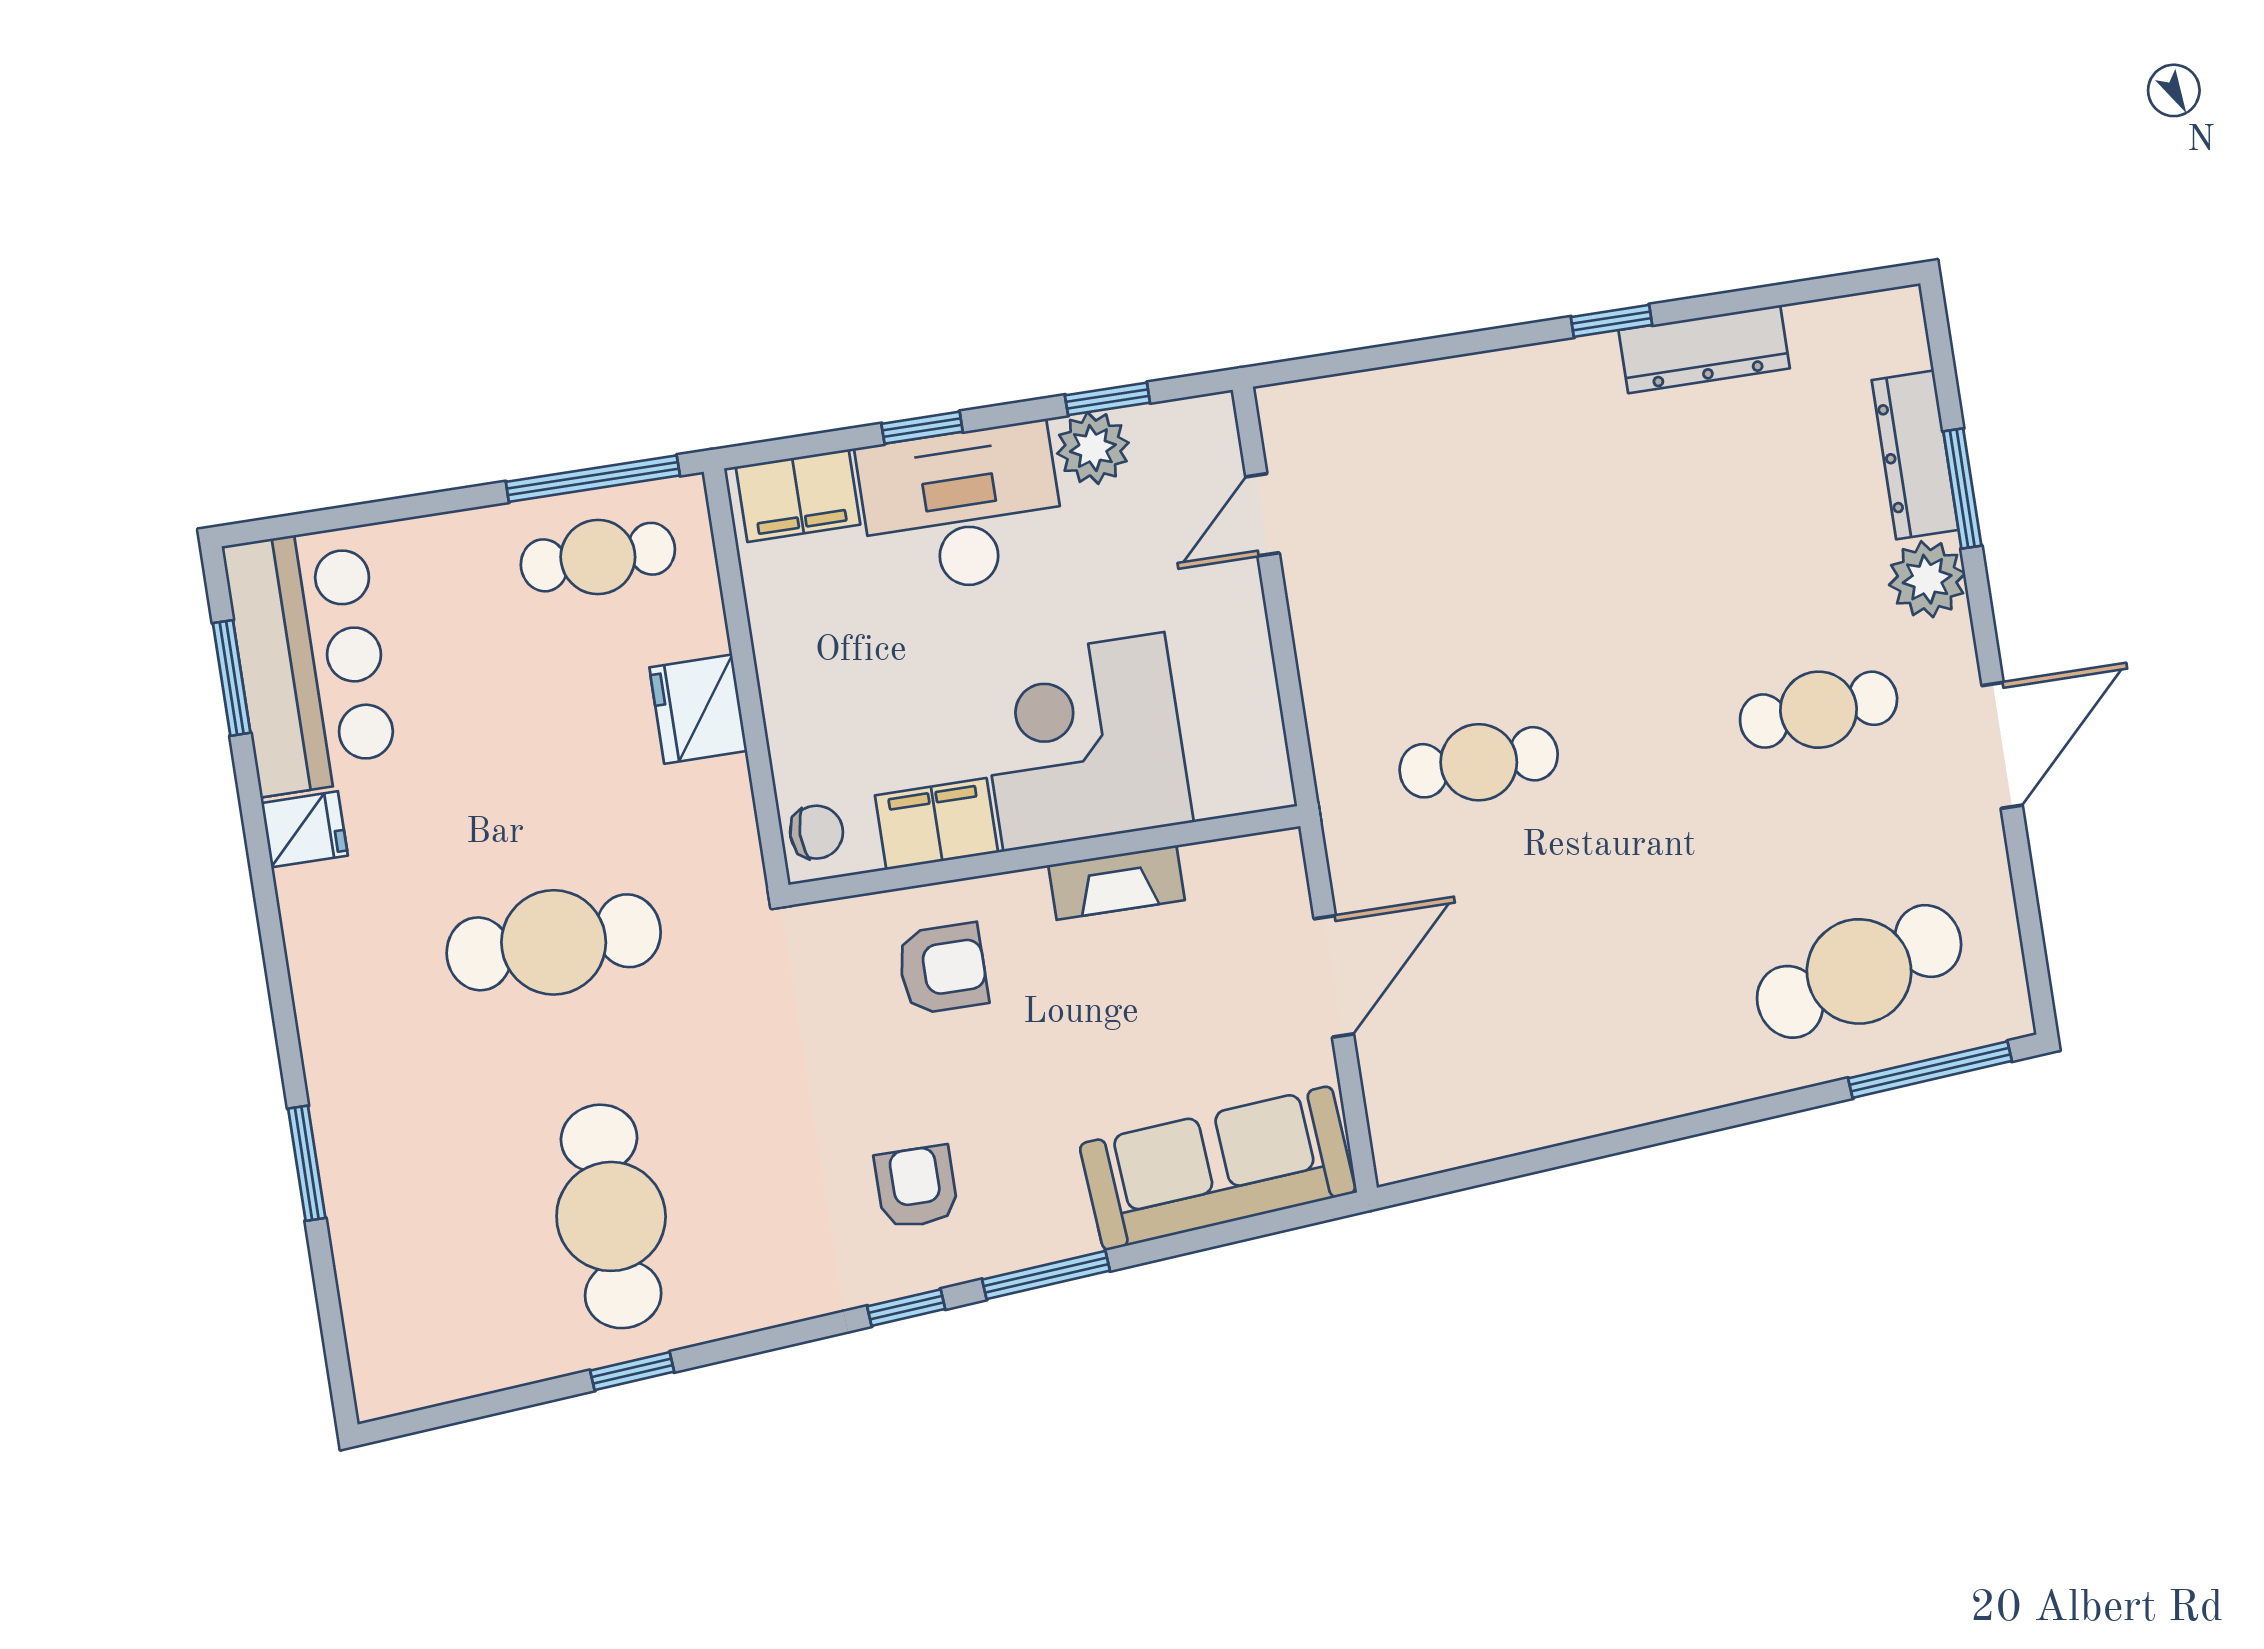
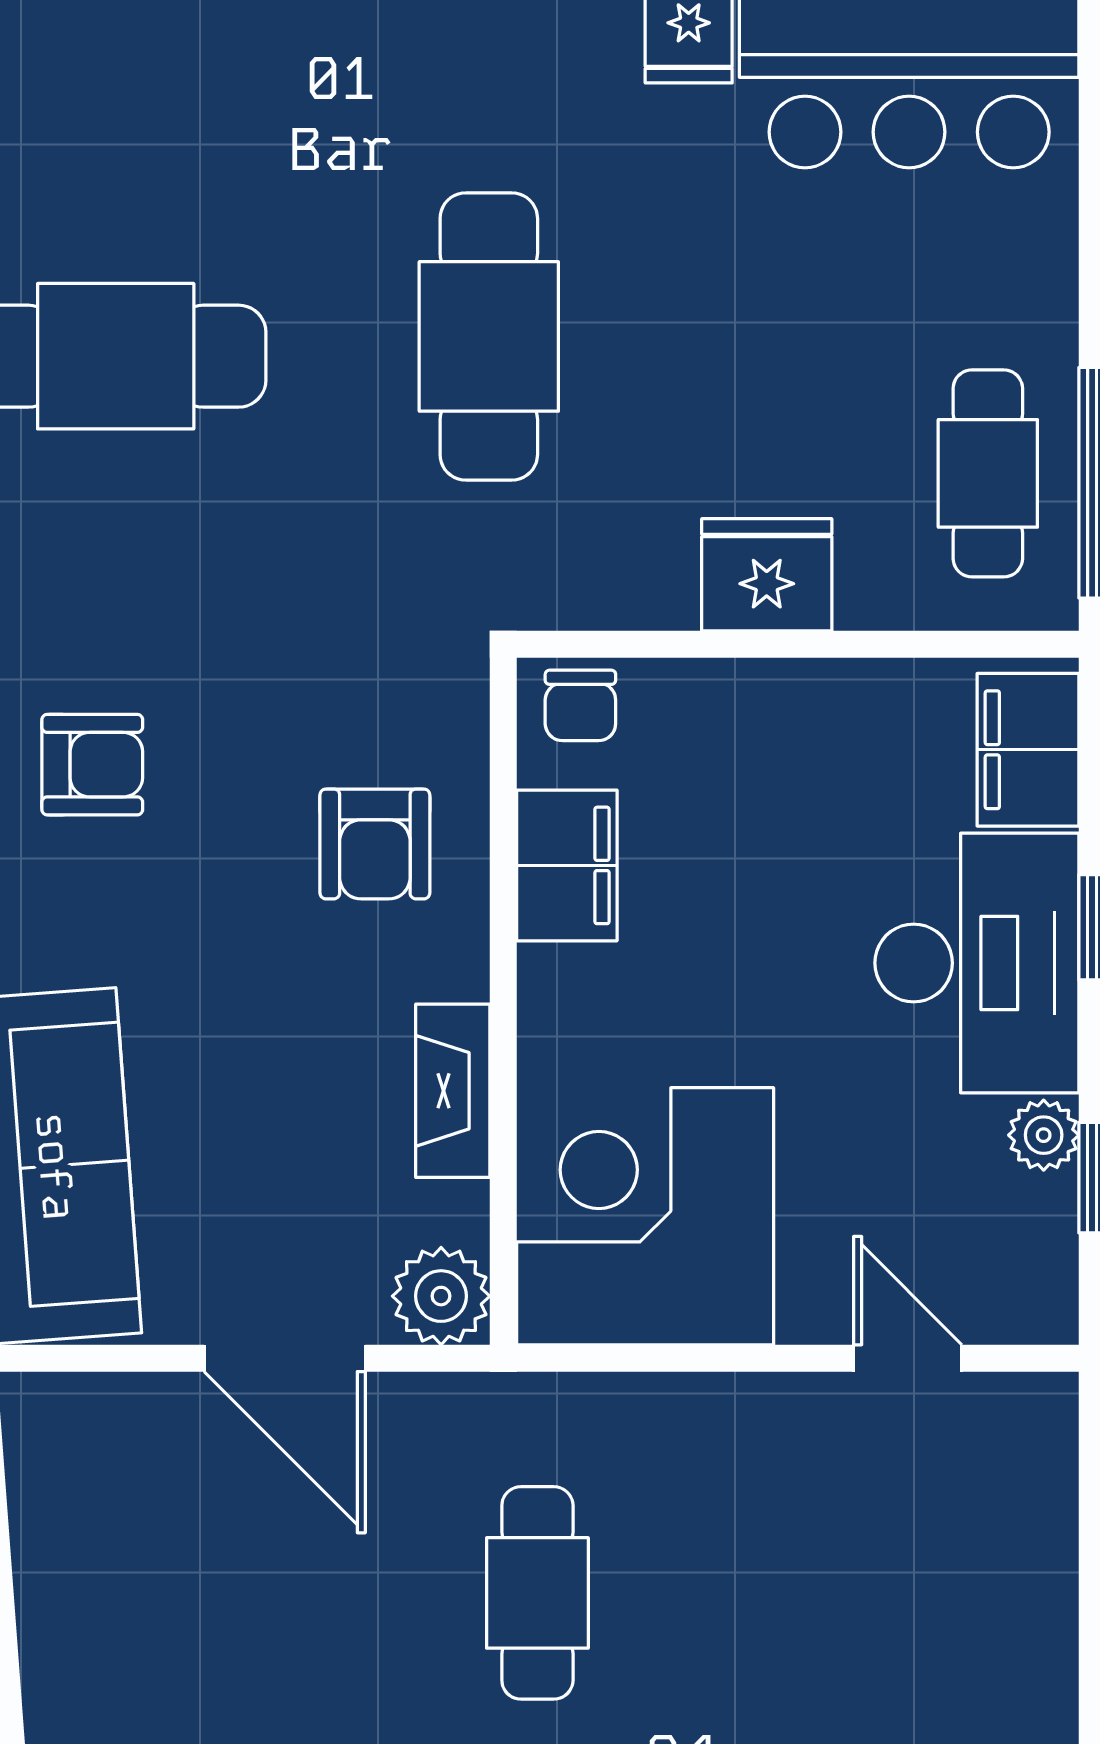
plant: (1093, 448) -> (1044, 1135), width x0.73, depth x0.73
corner desk: (1084, 742) -> (645, 1216), moved, turned -90
plant: (1270, 868) -> (441, 1296), added

